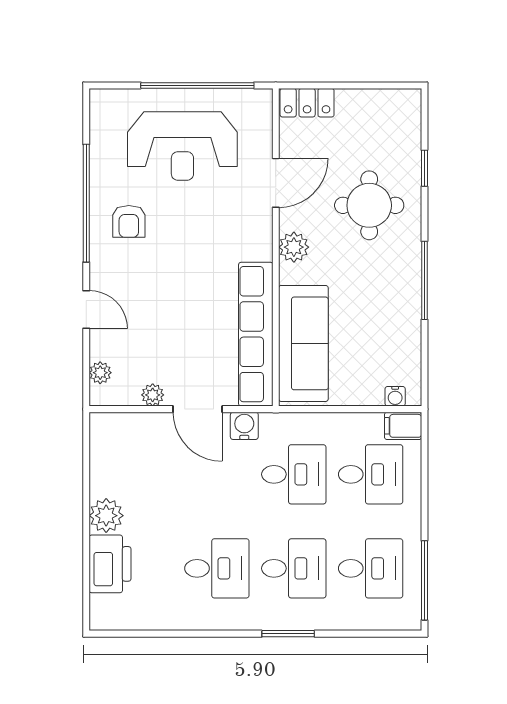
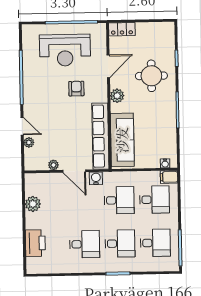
armchair: (129, 221) -> (76, 89), moved, turned 180
plant: (100, 373) -> (29, 142), moved
plant: (106, 516) -> (33, 204), moved

